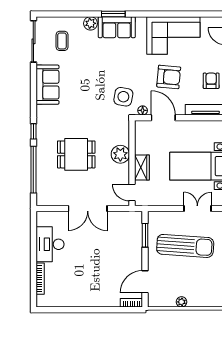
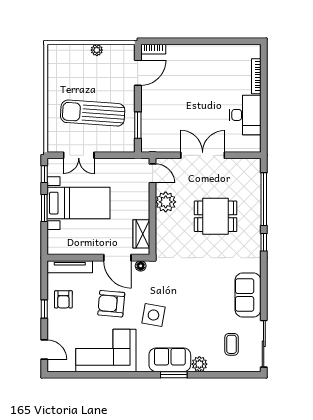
side table: (123, 97) -> (153, 315), moved
plant: (120, 154) -> (166, 202), moved
wardrobe: (142, 167) -> (141, 234), moved

